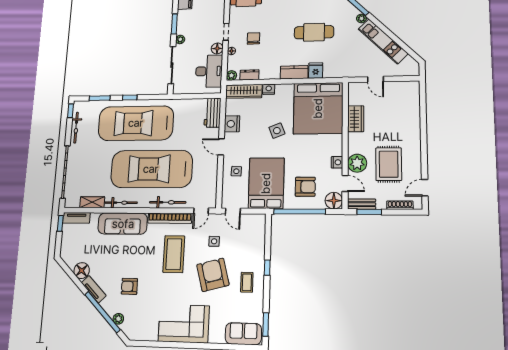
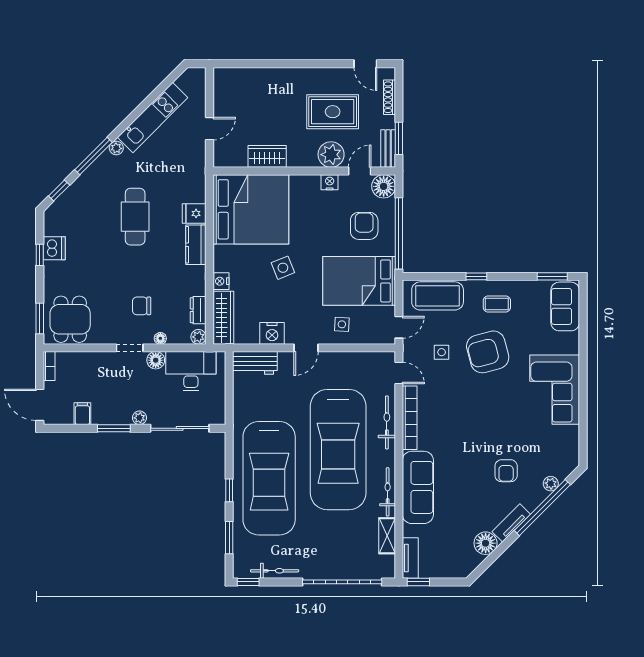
coffee table: (174, 254) -> (438, 296), moved

